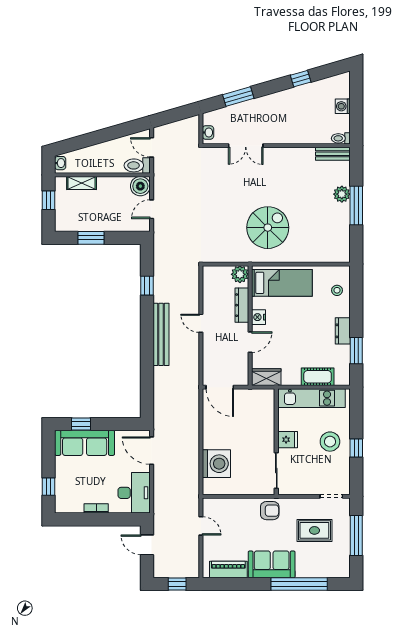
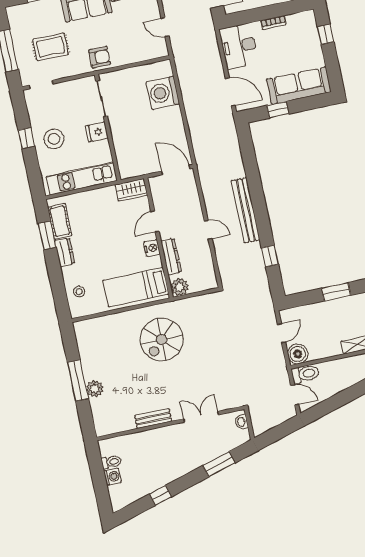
toilet: (341, 138) -> (111, 462), moved
bench: (333, 154) -> (153, 418), moved
cot: (318, 377) -> (60, 221), moved, turned 90
window: (81, 424) -> (278, 110), moved
armchair: (270, 511) -> (100, 57), turned 180

